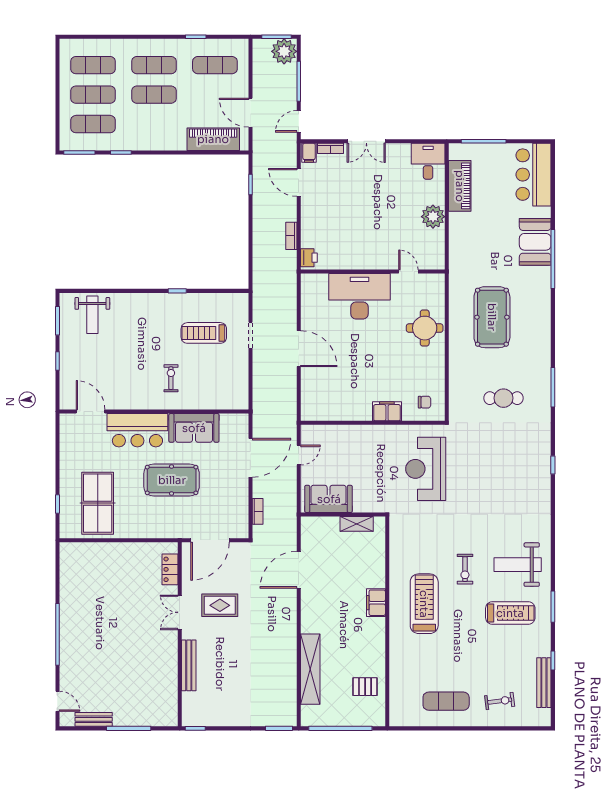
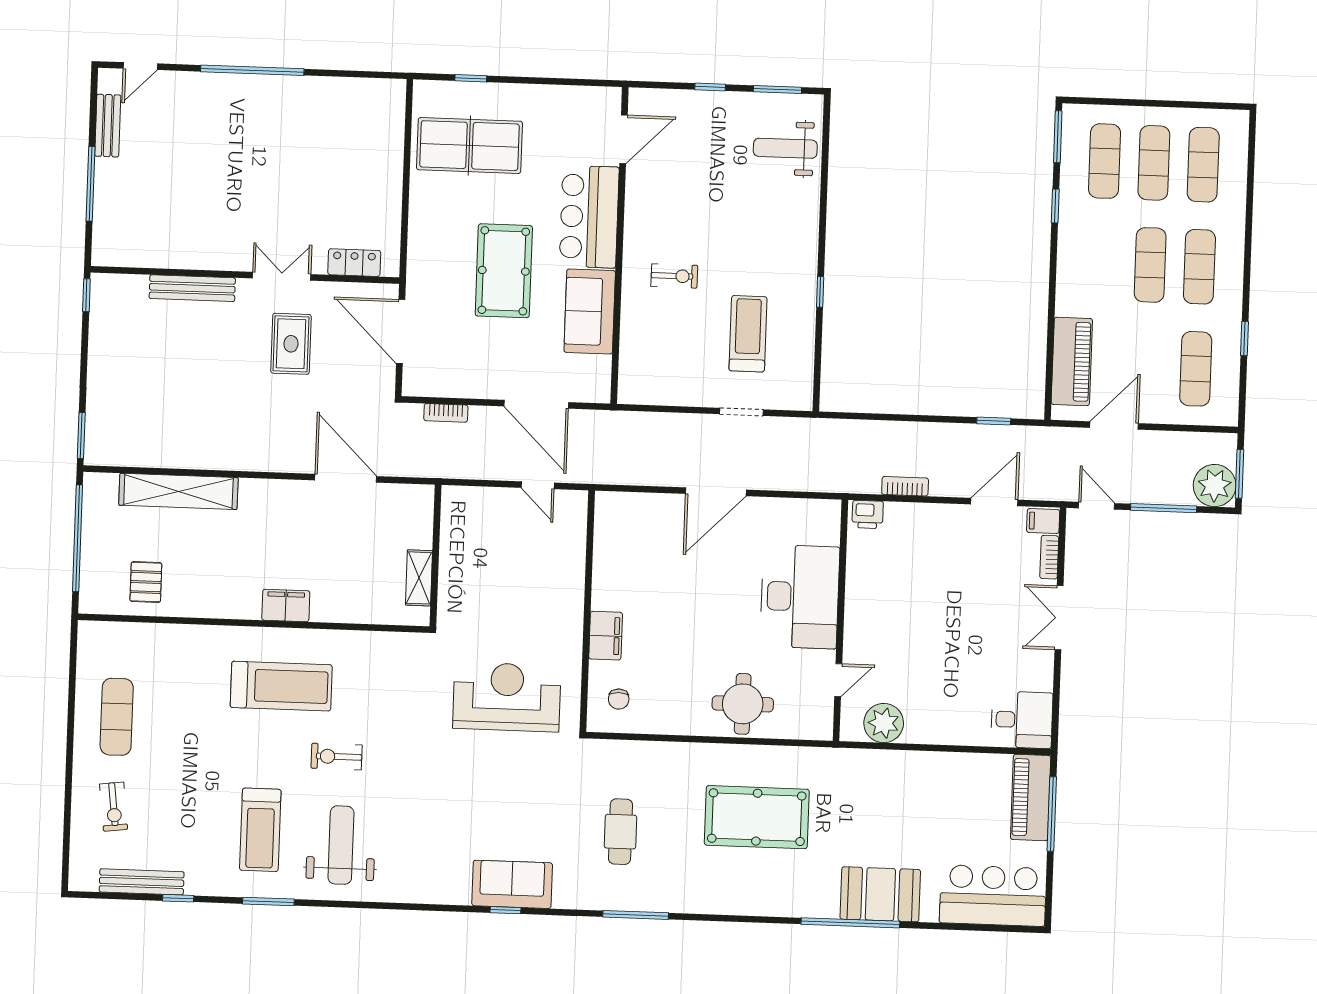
piano: (460, 186) -> (1031, 797), moved, turned 90
plant: (433, 217) -> (884, 723), moved
sofa: (329, 499) -> (512, 884), moved, turned -90

